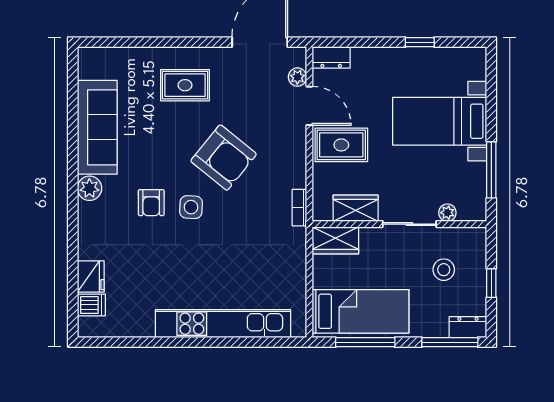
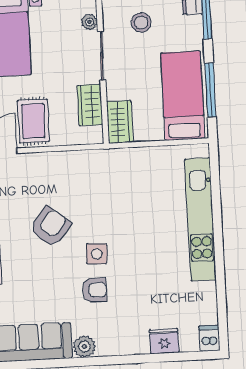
armchair: (224, 158) -> (50, 227), width x0.73, depth x0.73
bookcase: (299, 208) -> (92, 156), removed
dishwasher: (91, 305) -> (209, 338), moved

